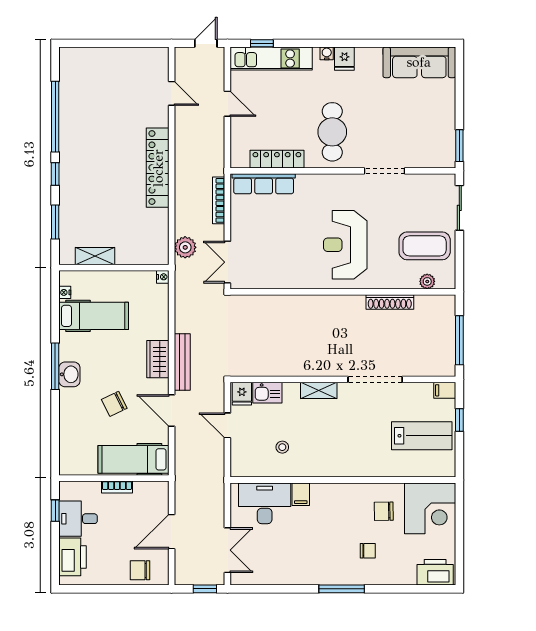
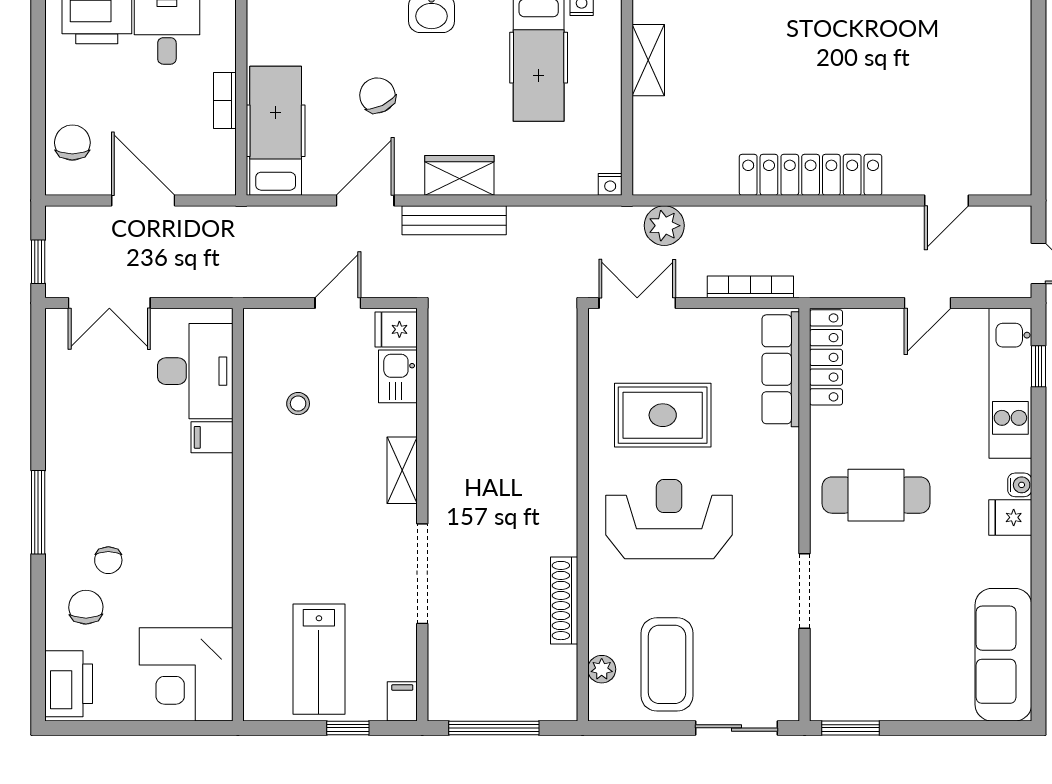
locker: (277, 159) -> (826, 357), moved
rug: (289, 248) -> (663, 415), added
chair: (384, 511) -> (86, 607), moved

